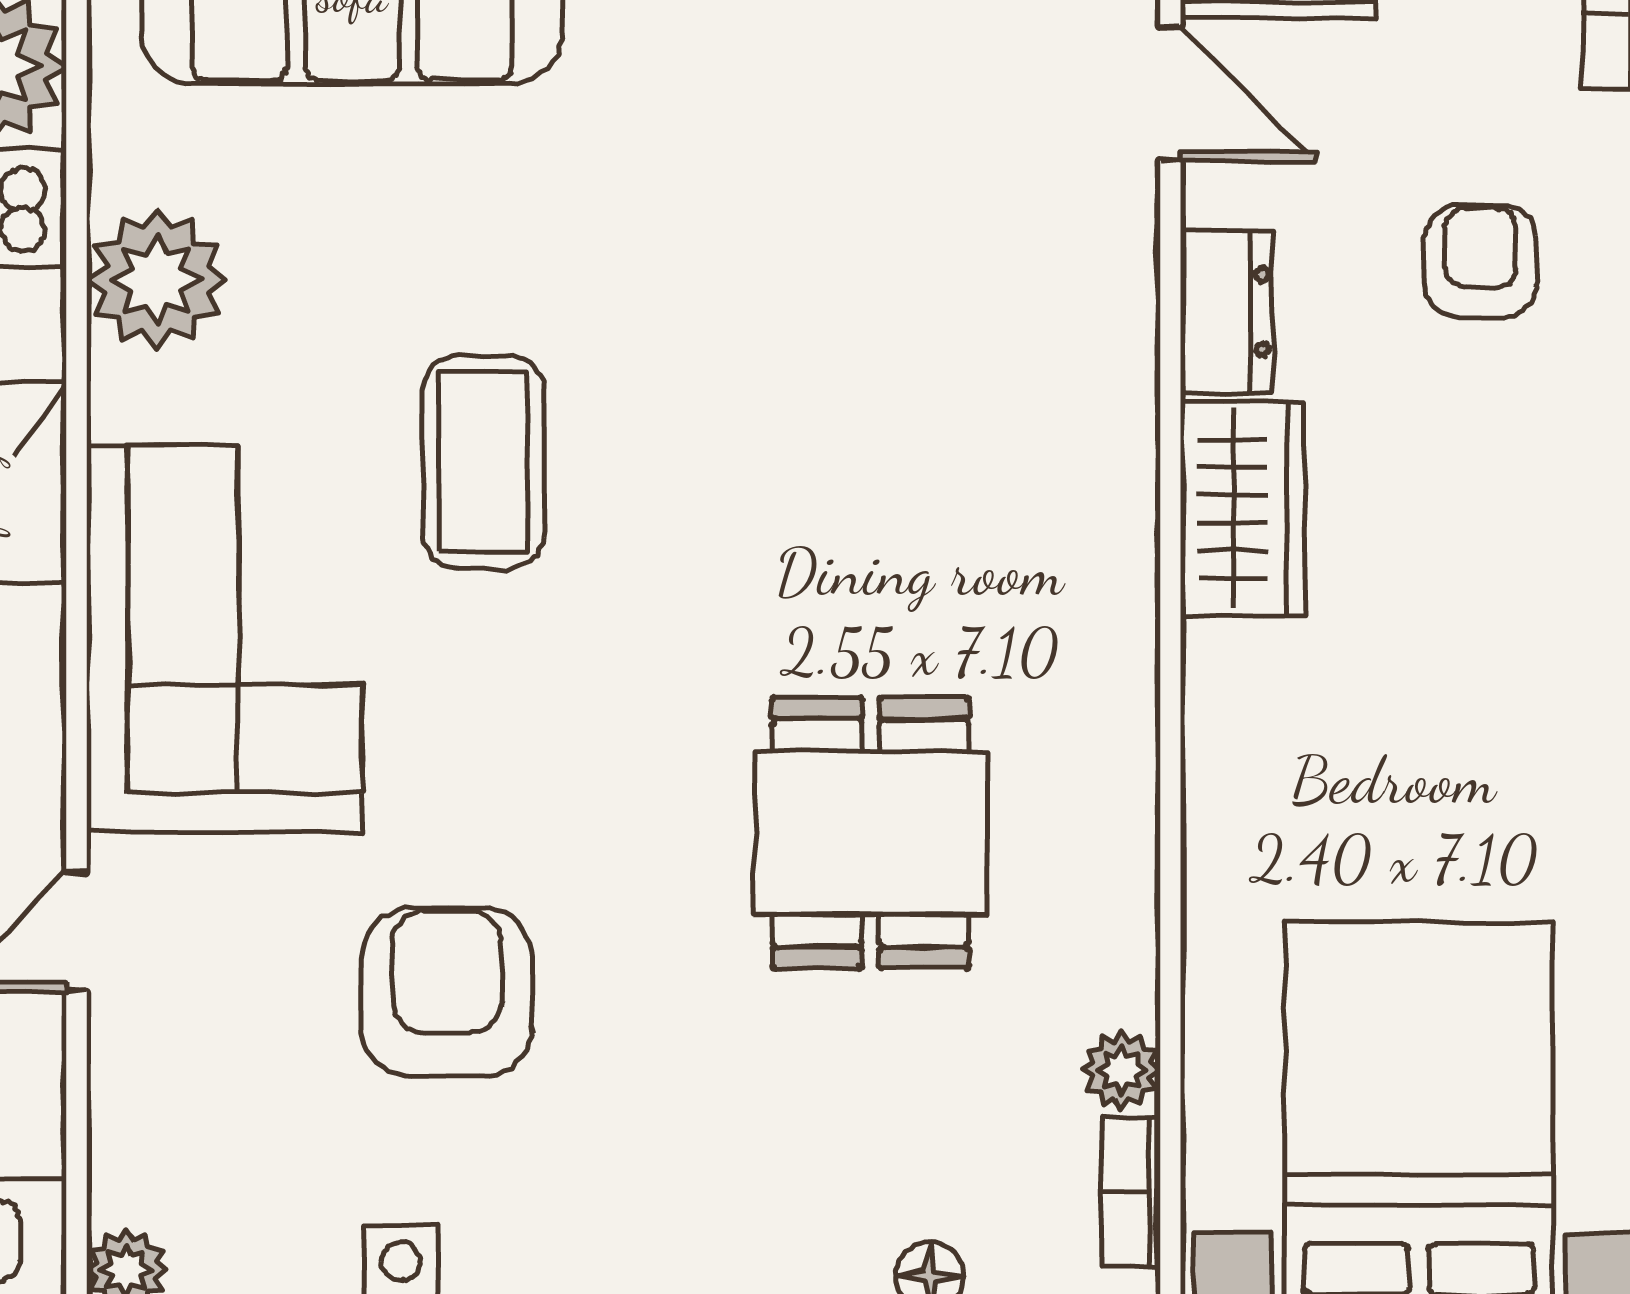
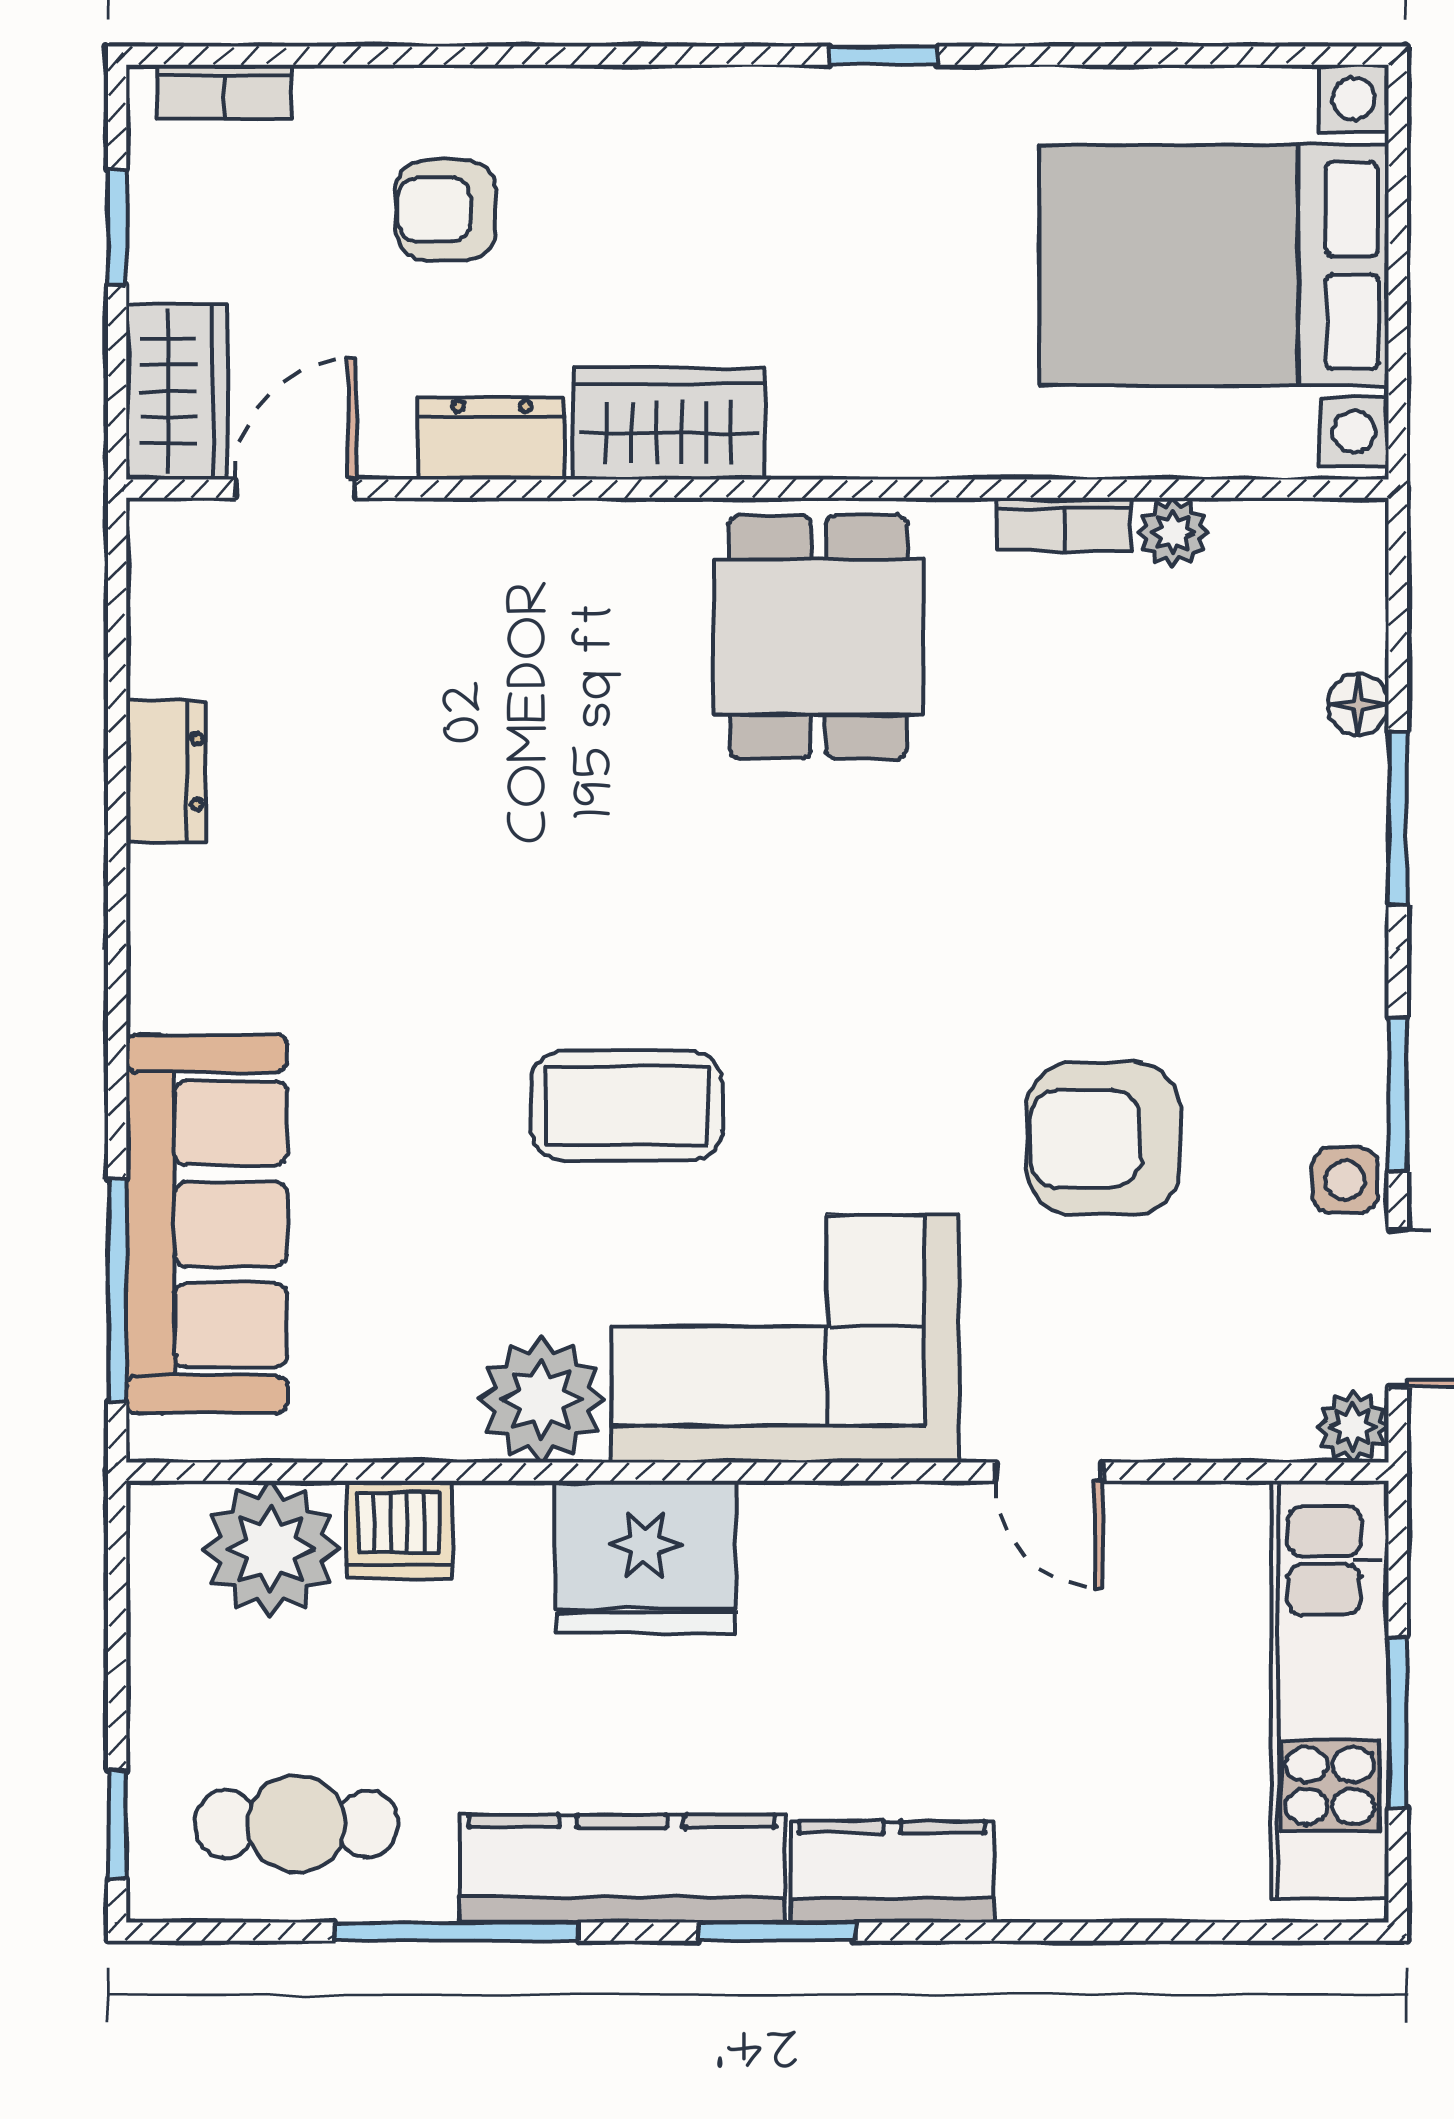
plant: (157, 279) -> (541, 1400), moved
dining table: (871, 833) -> (818, 637), moved, turned 90
bookcase: (1130, 1191) -> (1064, 524), moved

